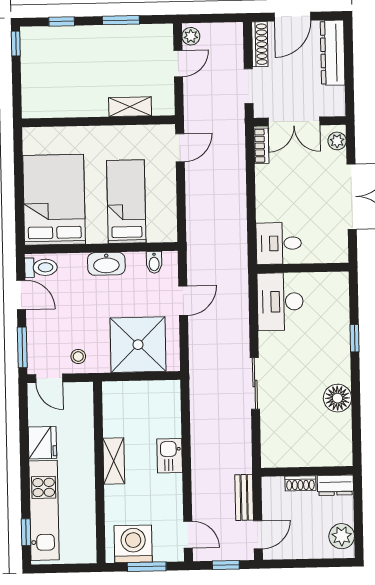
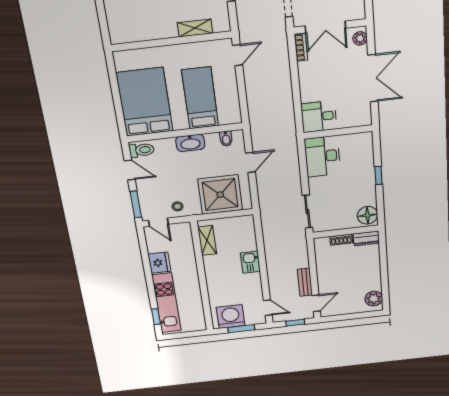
shelving: (114, 461) -> (207, 240), moved
wall: (307, 471) -> (346, 232), moved
shoe rack: (300, 483) -> (341, 240), moved
dresser: (335, 485) -> (366, 238), moved

